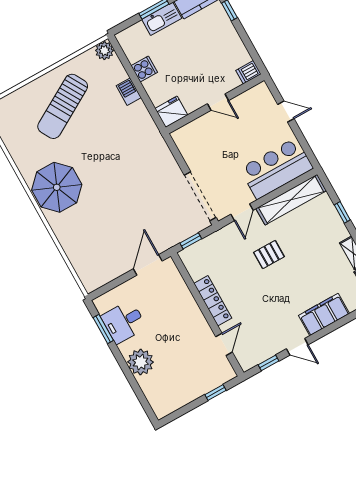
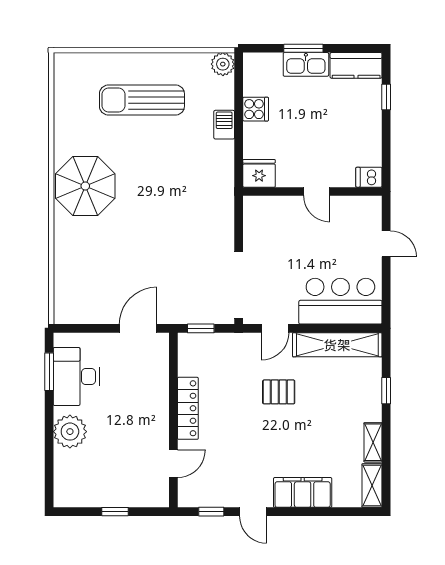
sun lounger: (63, 106) -> (142, 100), turned 30
desk: (124, 322) -> (76, 377), width x1.37
window: (215, 393) -> (115, 512), moved

